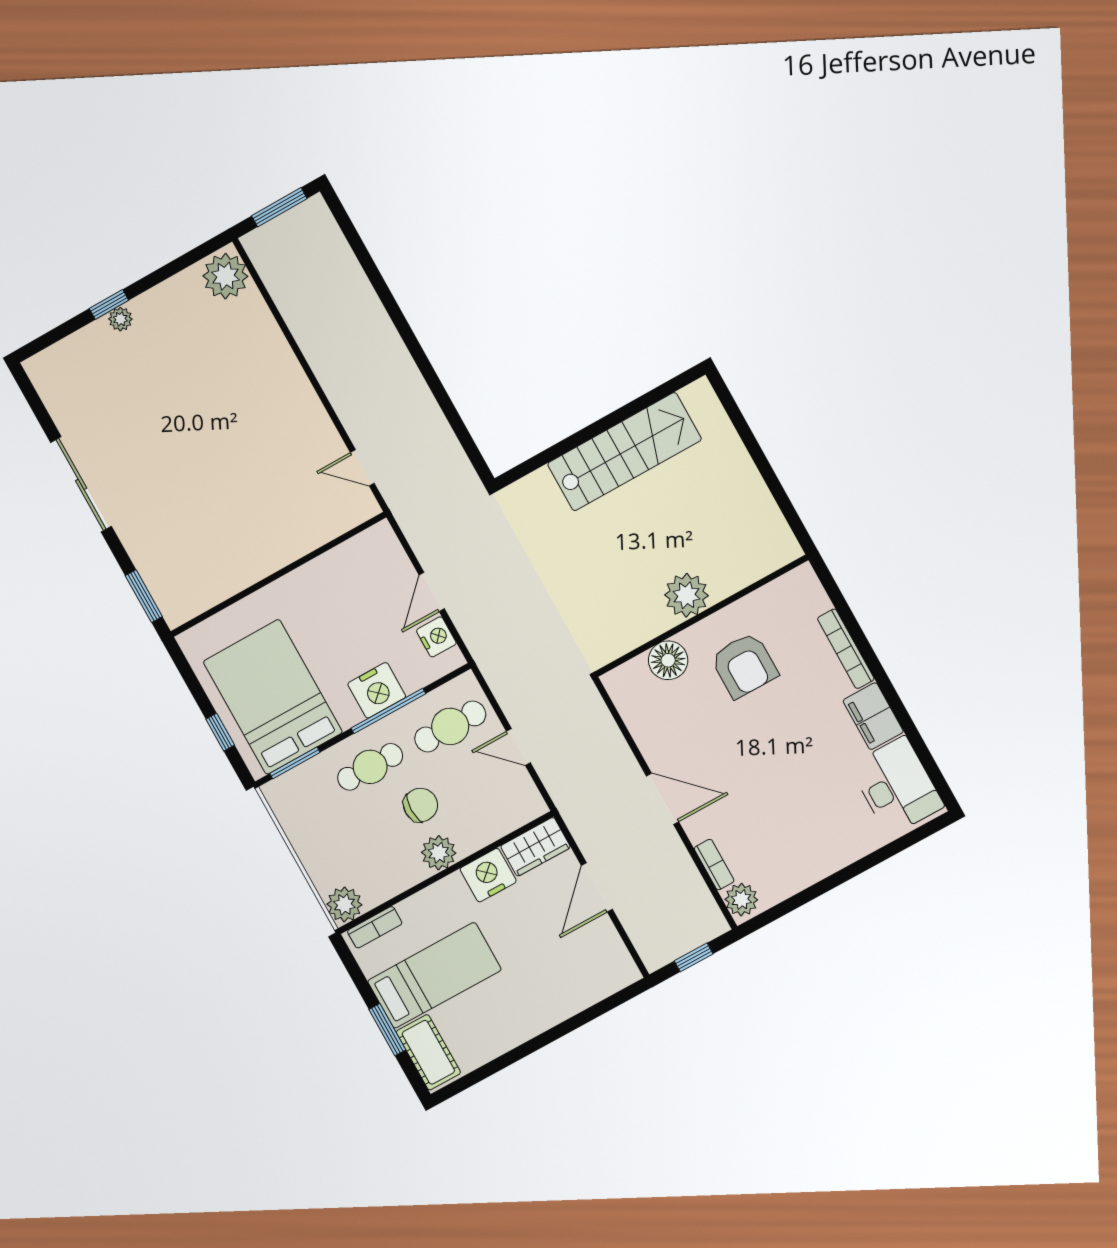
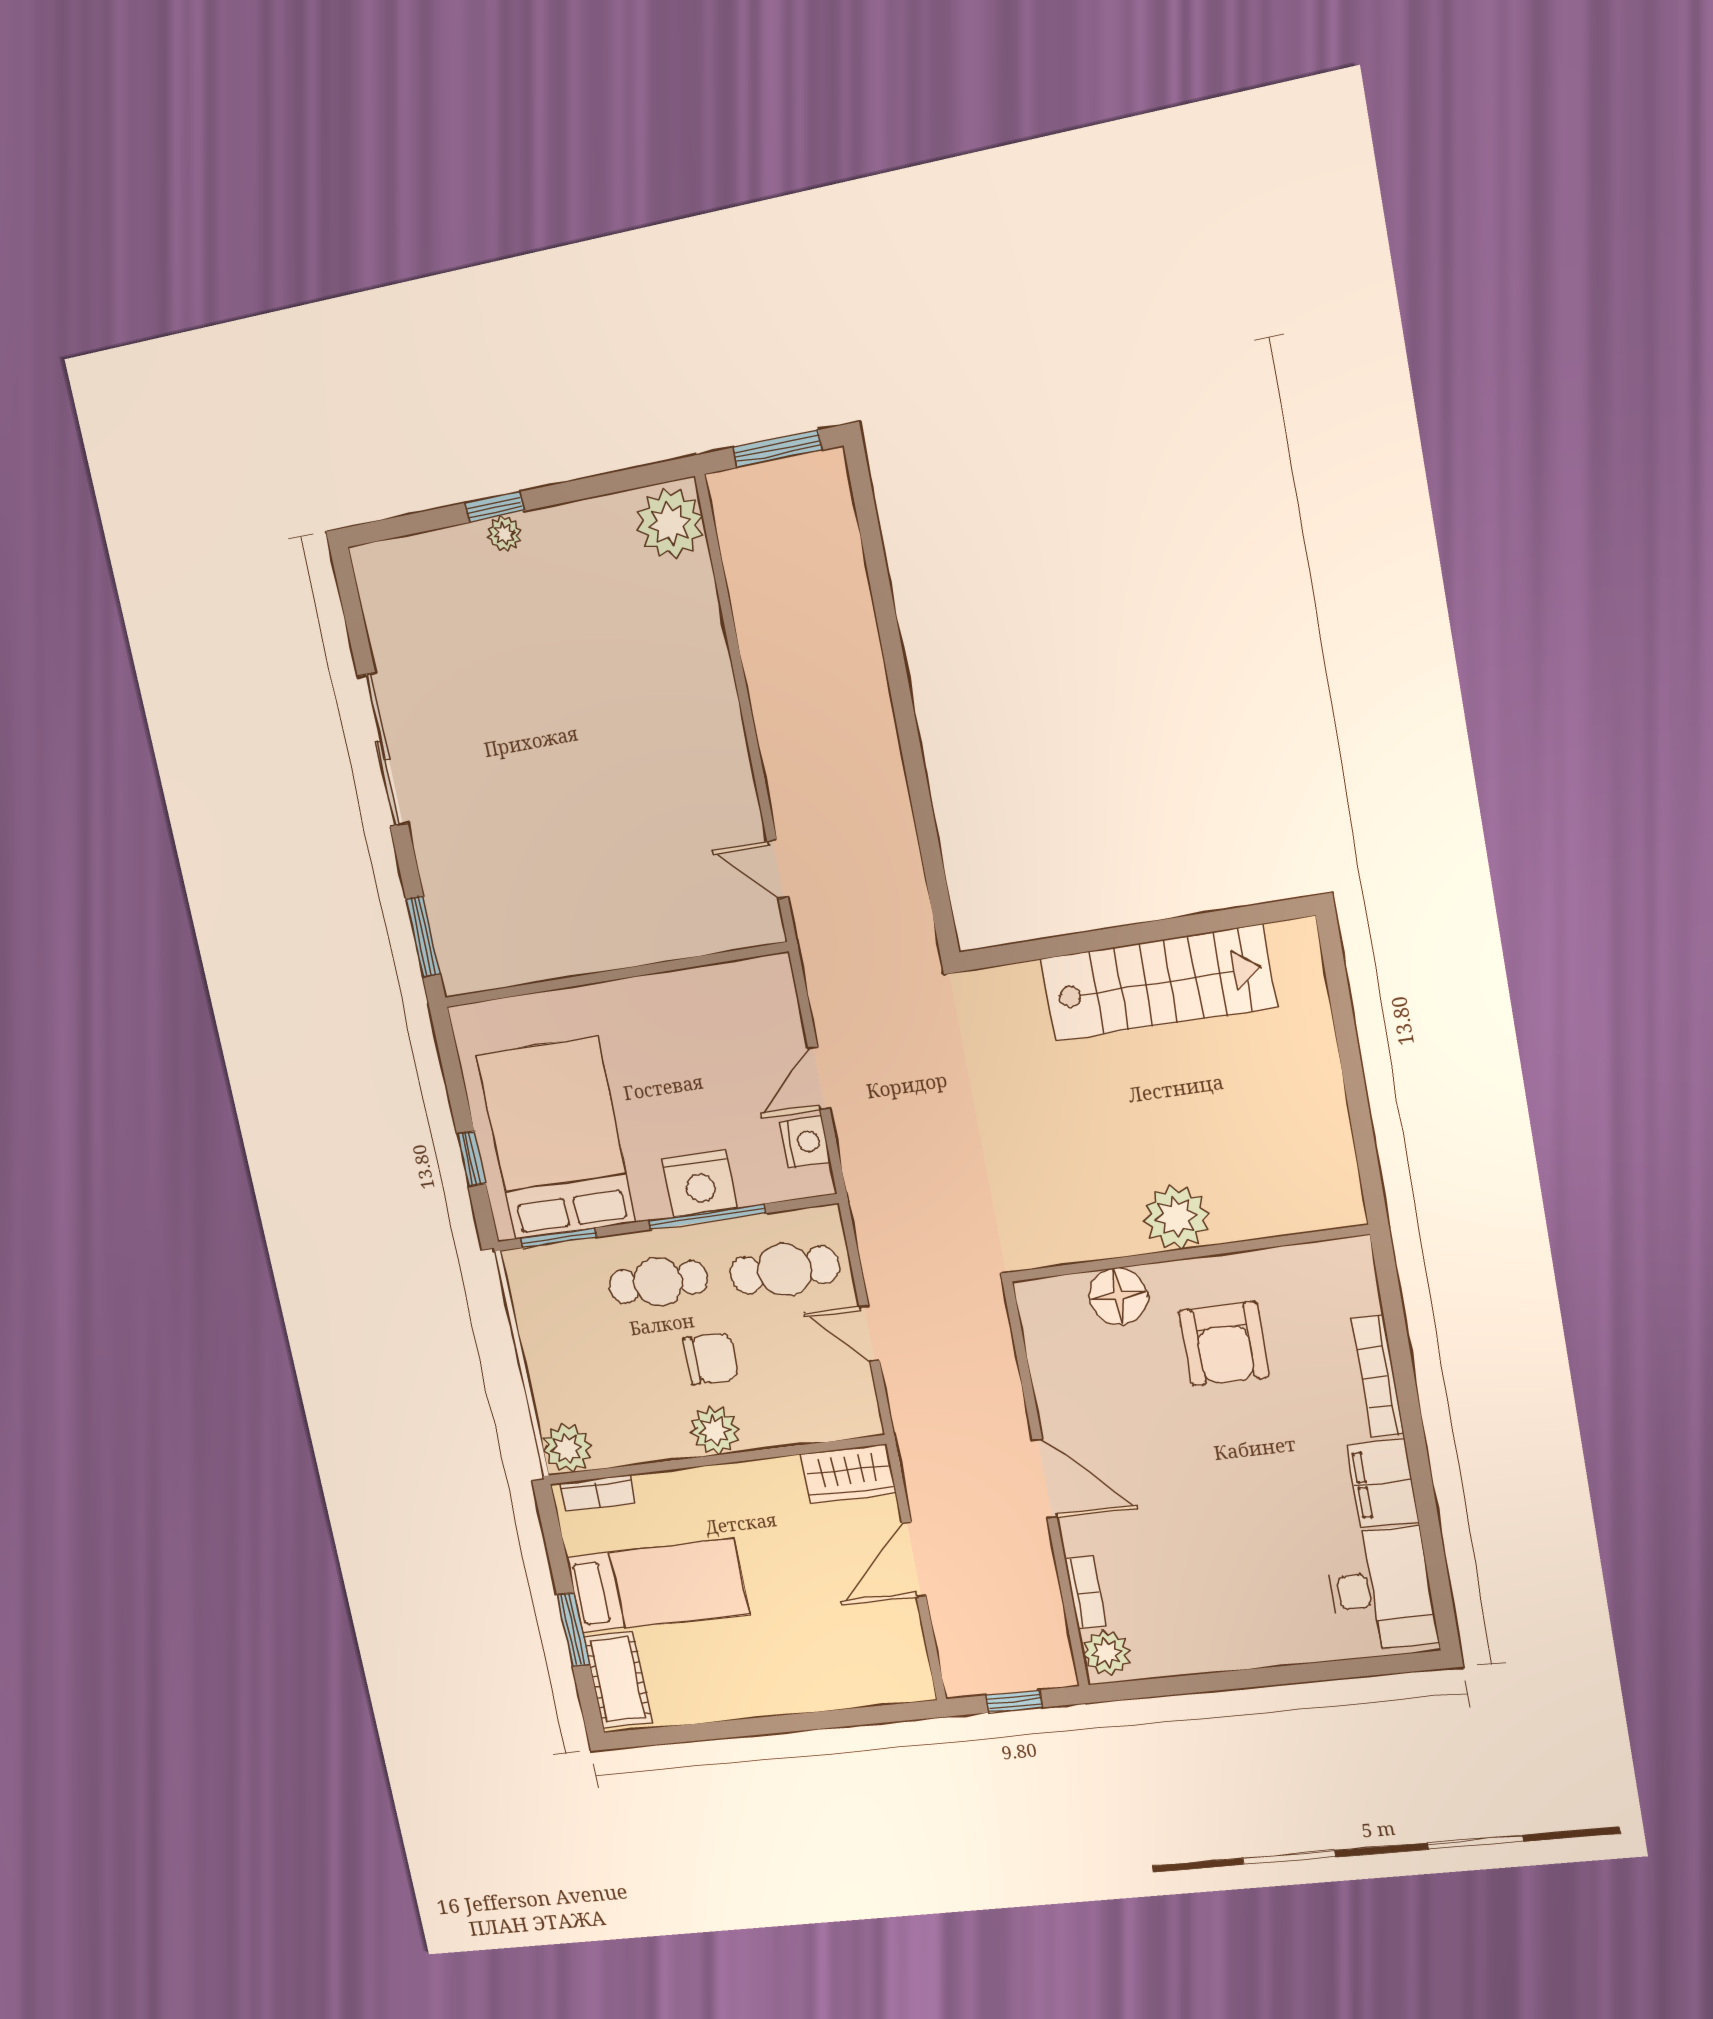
nightstand: (488, 875) -> (772, 1486), removed

